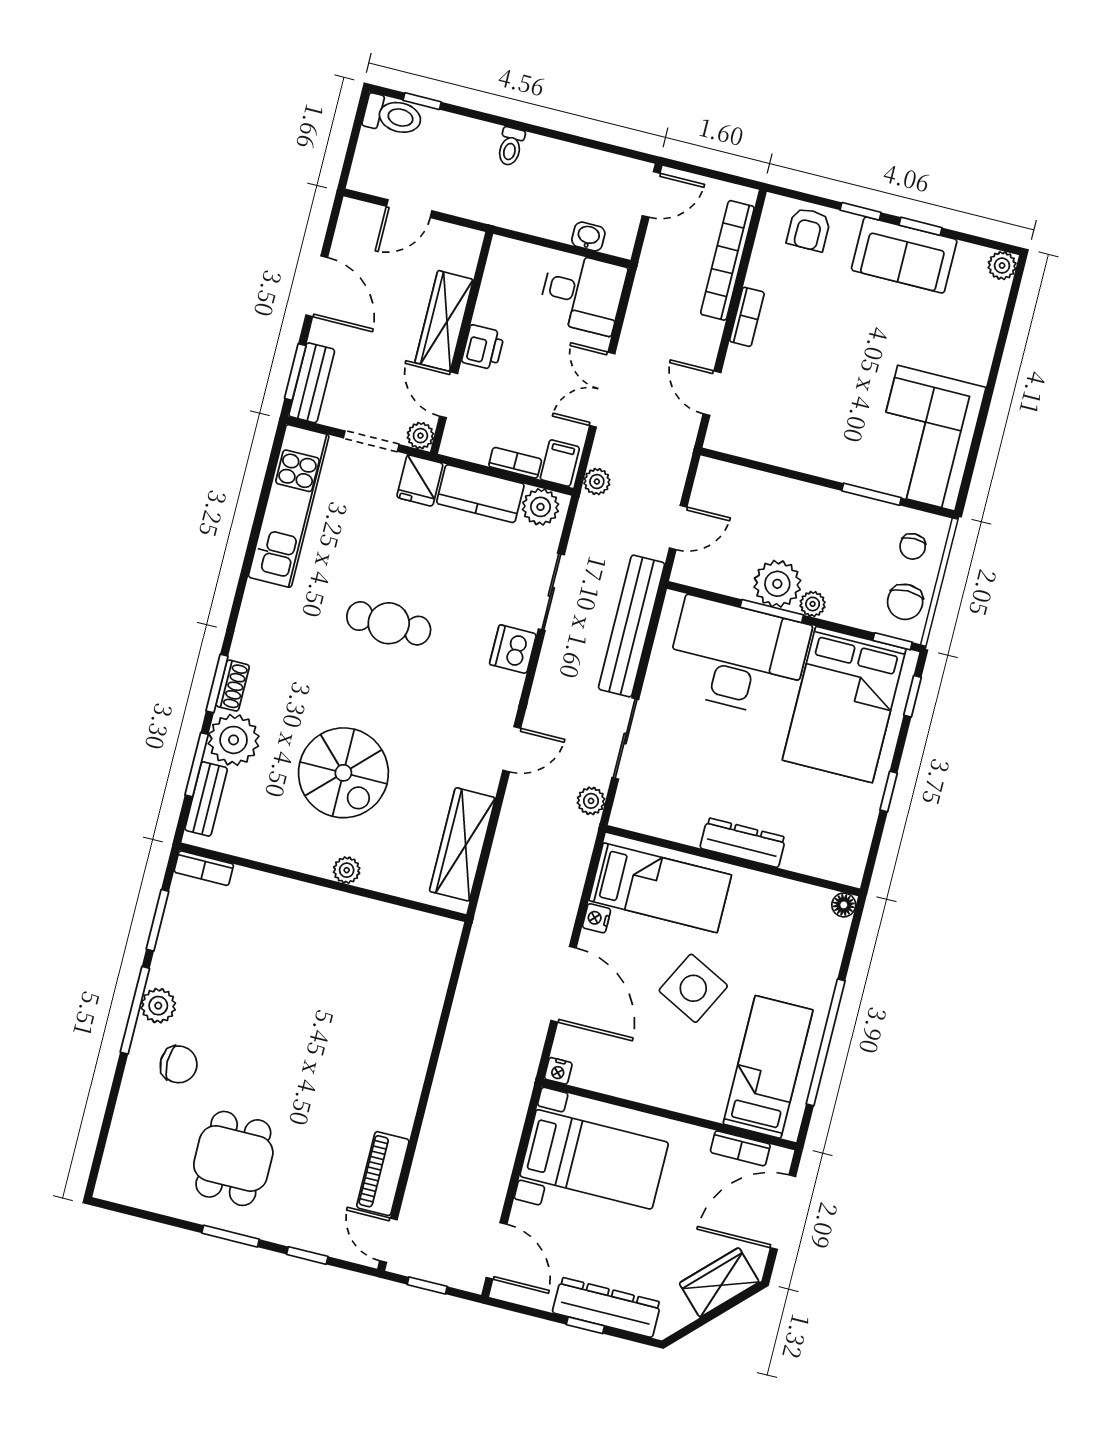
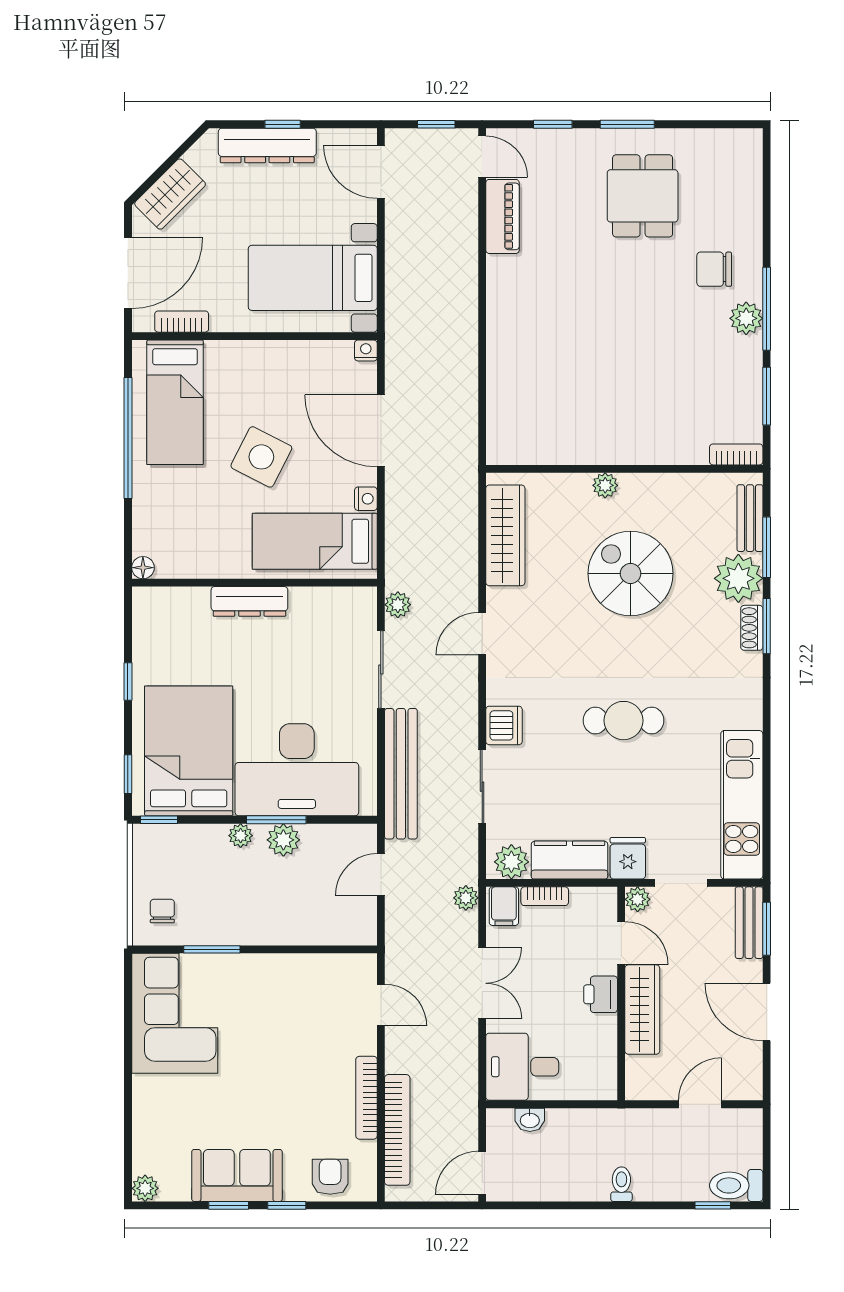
bookcase: (747, 317) -> (366, 1098), width x1.56
plant: (777, 584) -> (283, 840), width x0.73, depth x0.73
chair: (905, 602) -> (157, 859), removed

